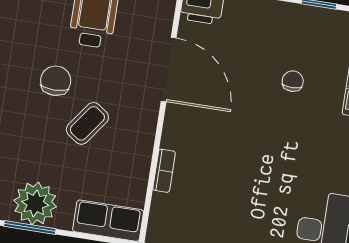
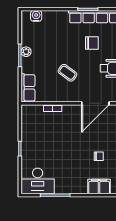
chair: (56, 81) -> (92, 43), moved
plant: (35, 203) -> (26, 52), width x0.53, depth x0.53

